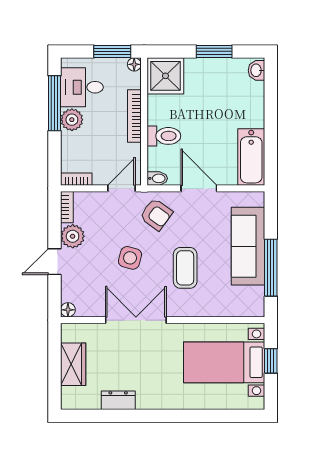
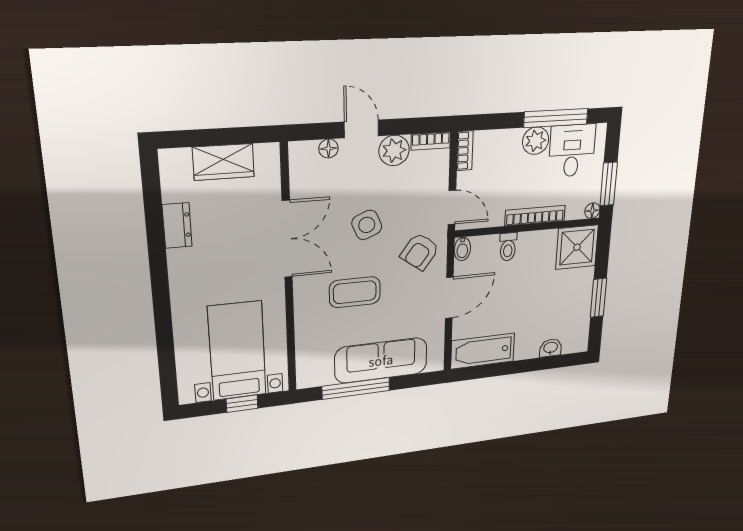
washbasin: (256, 70) -> (551, 348), moved
toilet: (164, 136) -> (508, 247), width x0.73, depth x0.72
side table: (130, 258) -> (367, 225), turned -38
floor lamp: (68, 310) -> (328, 149), moved

